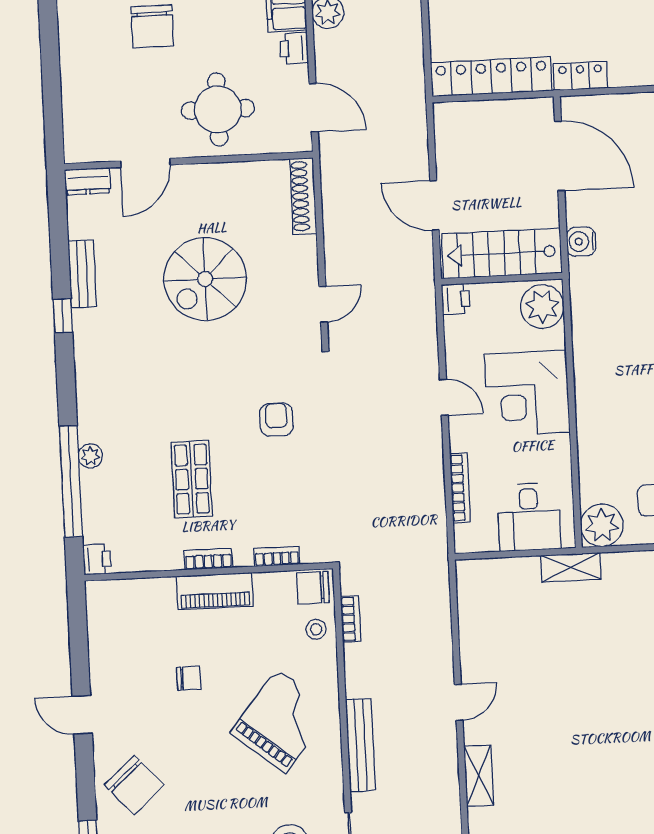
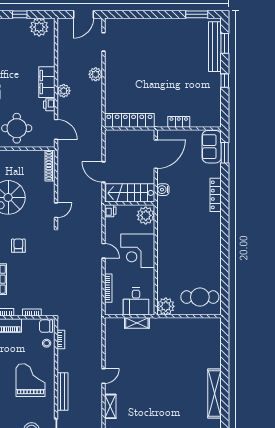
locker: (580, 76) -> (179, 122), moved
door: (560, 156) -> (156, 154), hinge flipped
armchair: (276, 420) -> (18, 246), moved
shelving: (571, 567) -> (137, 323), moved
grand piano: (281, 721) -> (30, 380), turned -39

